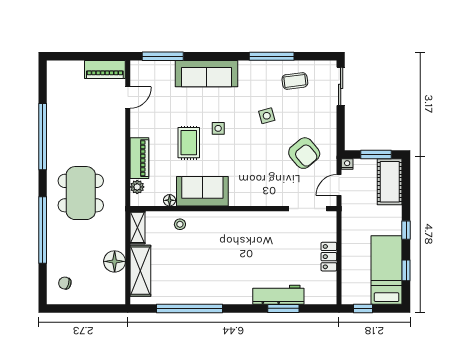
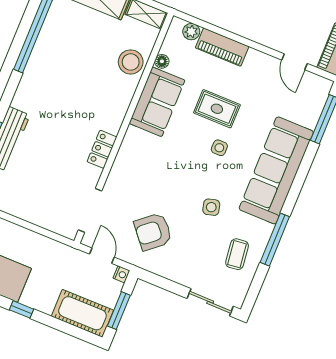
sofa: (206, 74) -> (276, 170), width x1.36, depth x1.27
stool: (180, 224) -> (131, 62), width x1.89, depth x1.89
locker: (329, 257) -> (102, 149), moved, turned -90

